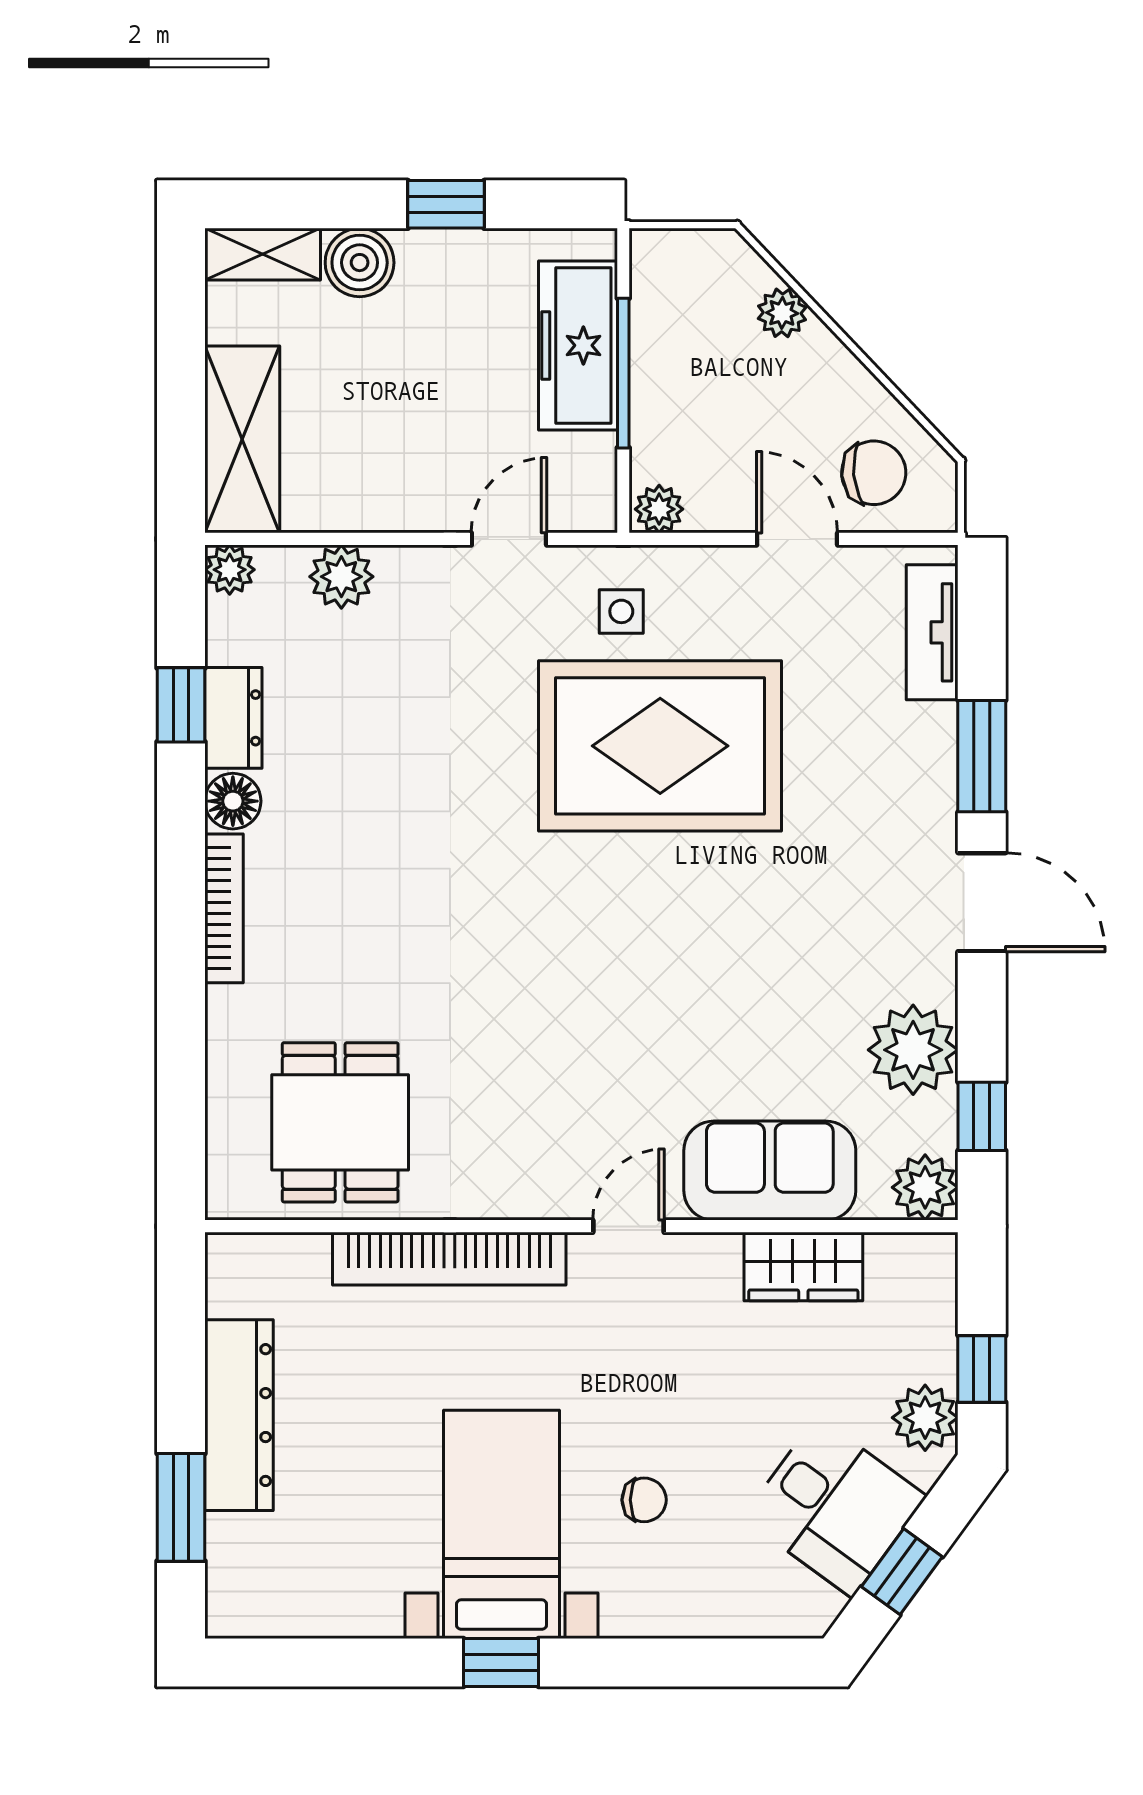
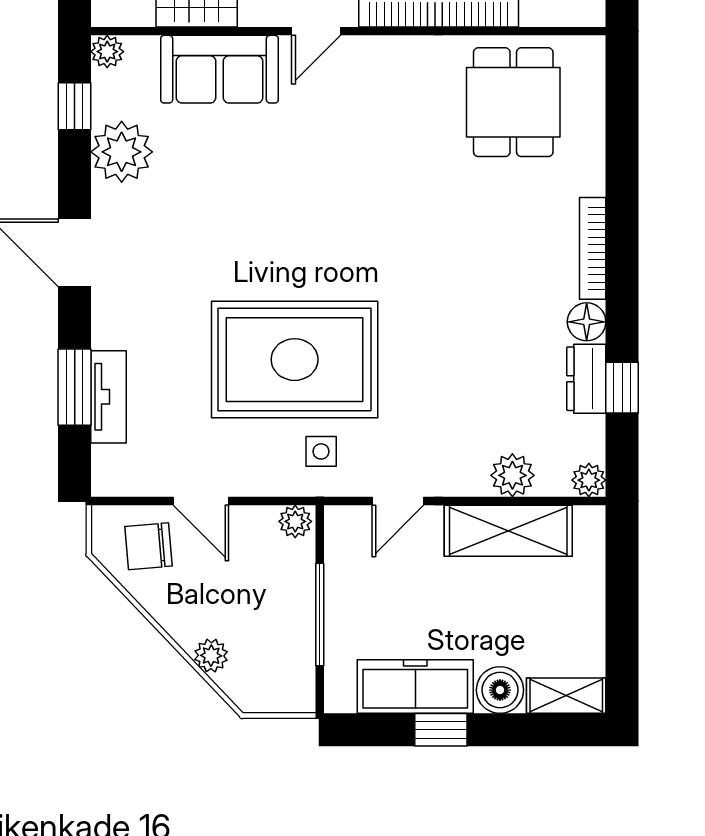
freezer: (578, 345) -> (415, 687), moved, turned -90
shelving: (242, 439) -> (508, 531), moved, turned 90
tv unit: (932, 632) -> (109, 397), moved
window: (982, 756) -> (75, 387), moved
plant: (925, 1187) -> (107, 52), width x0.73, depth x0.73

